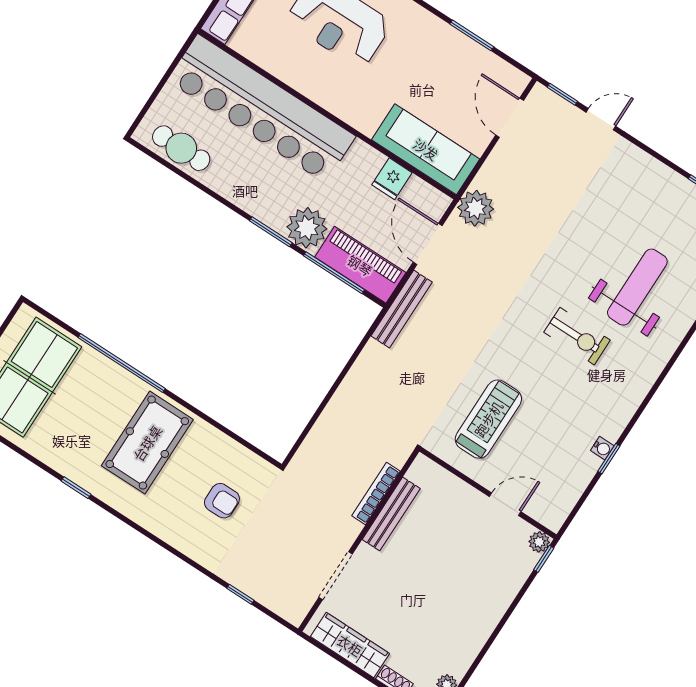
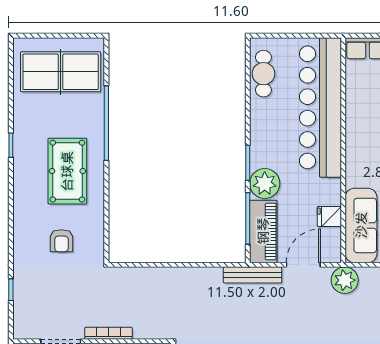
pool table: (147, 443) -> (67, 171), turned 90
bookcase: (376, 493) -> (109, 333), moved

